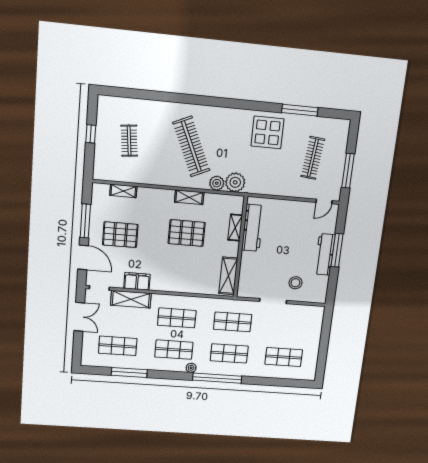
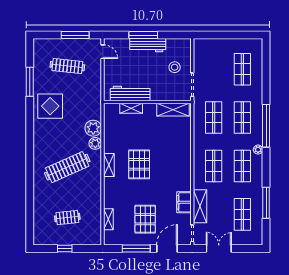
shelving: (235, 228) -> (131, 108), moved
workbench: (253, 228) -> (130, 93), moved
wall: (240, 247) -> (147, 102), moved
shelving: (228, 276) -> (173, 110), moved

